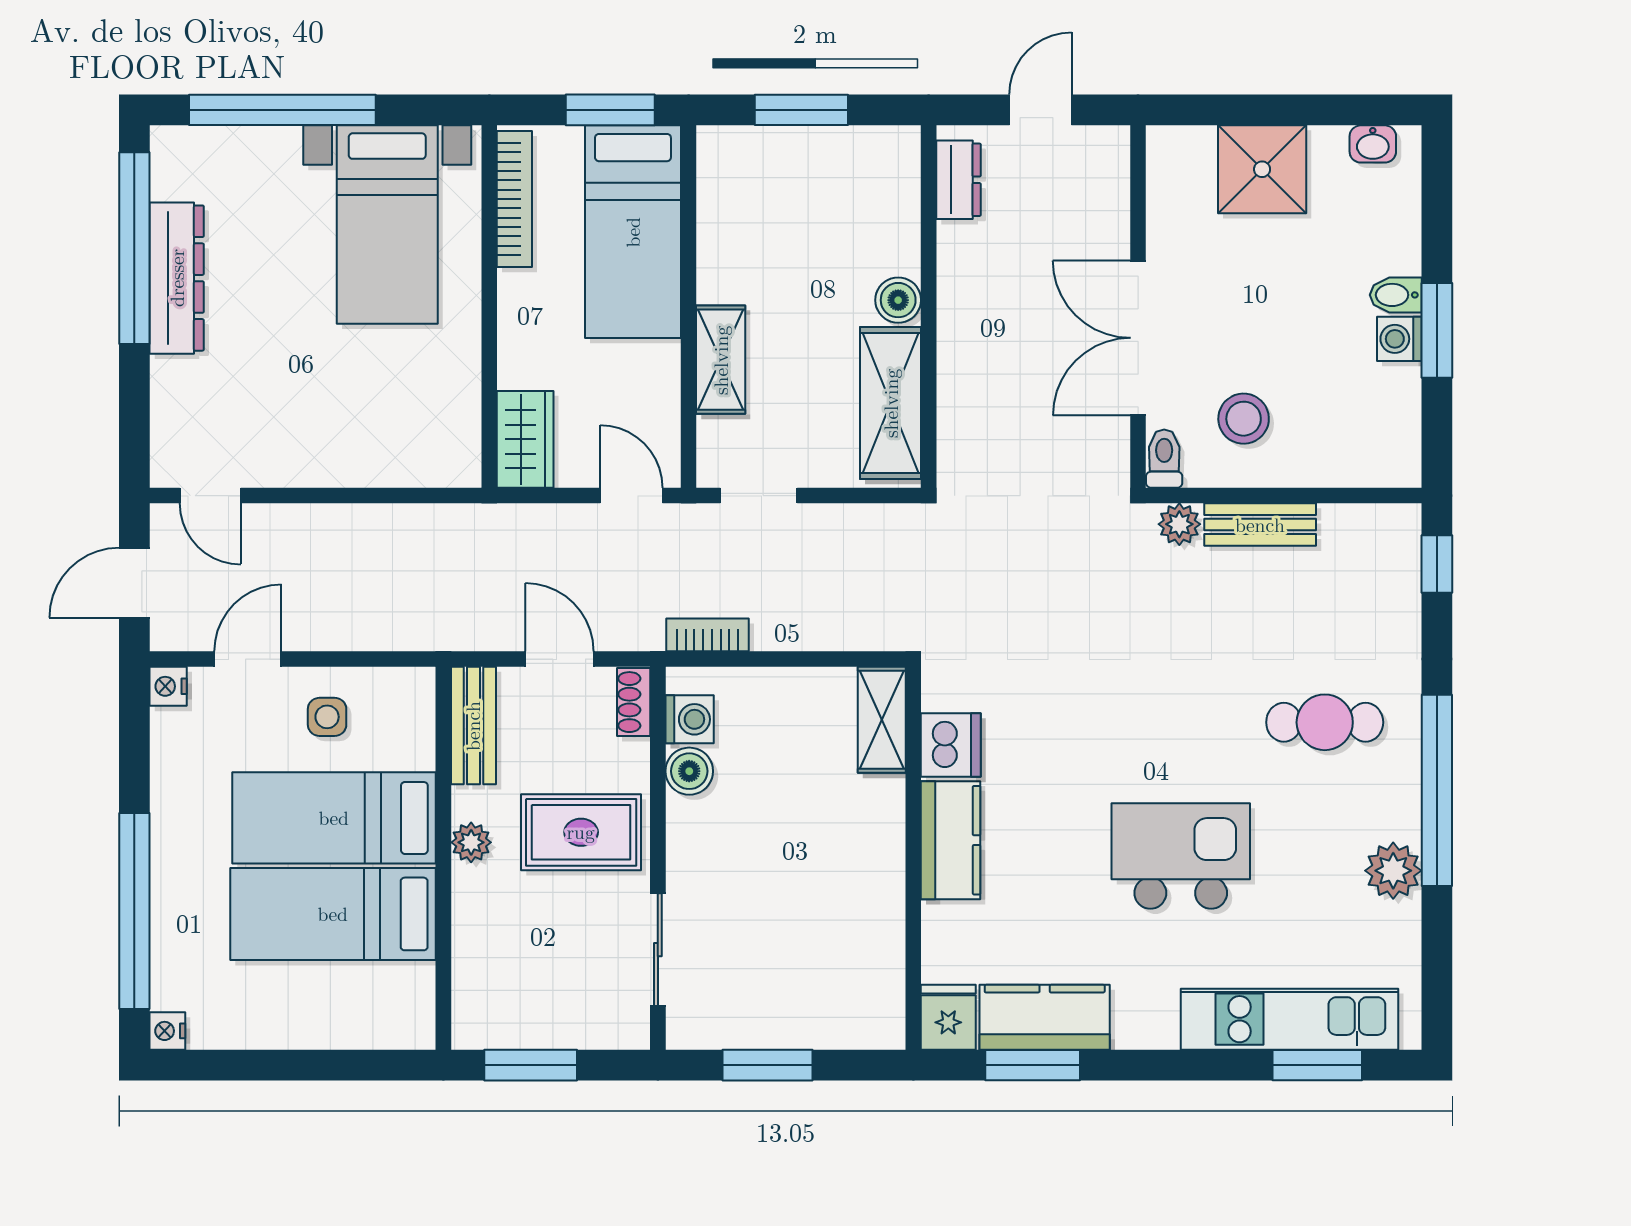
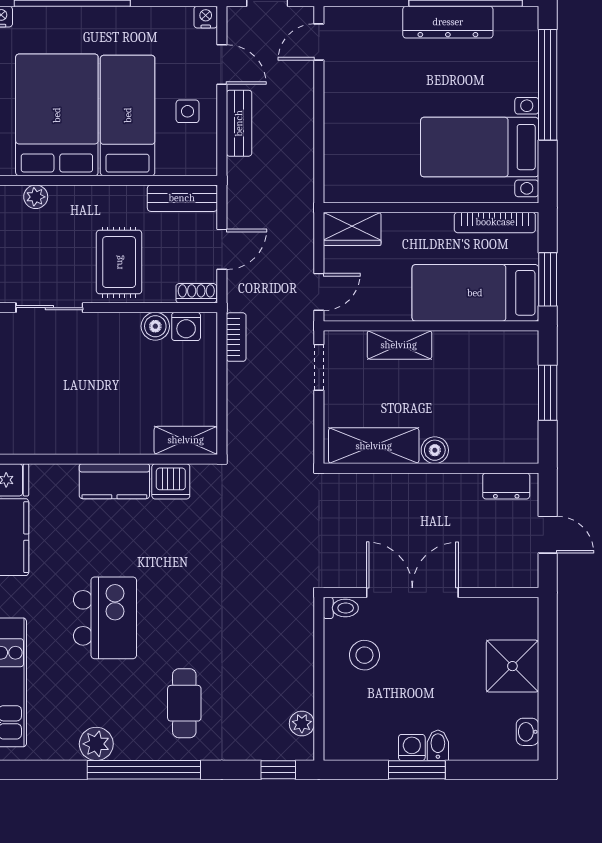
plant: (1179, 524) -> (302, 724), moved
bench: (1260, 525) -> (239, 123), moved
plant: (471, 842) -> (36, 197), moved
bed: (333, 914) -> (57, 115), width x1.50

